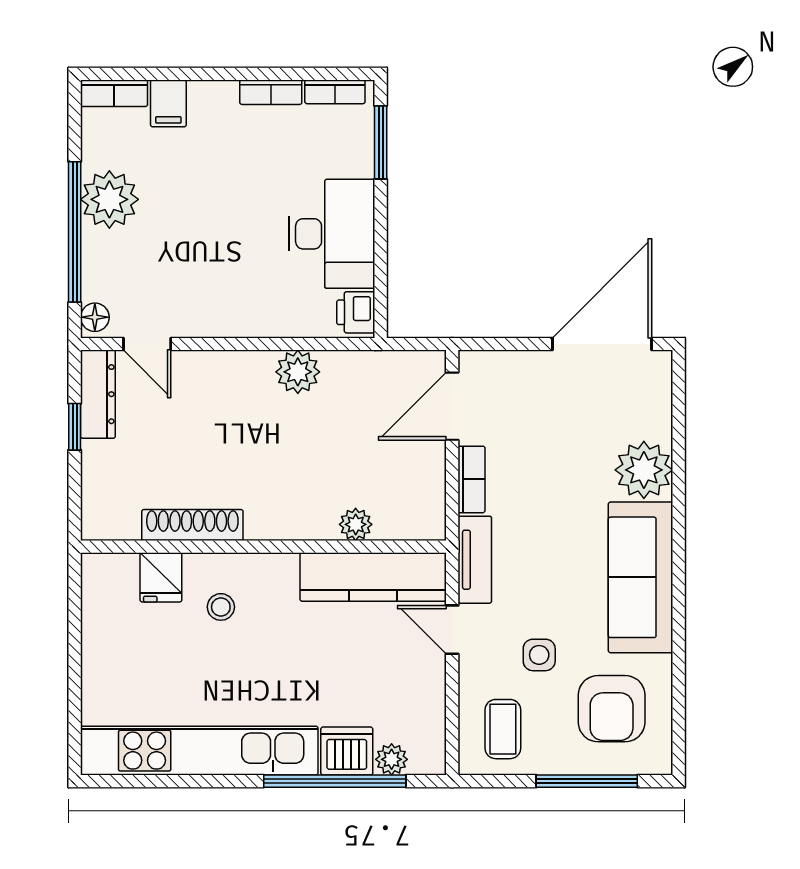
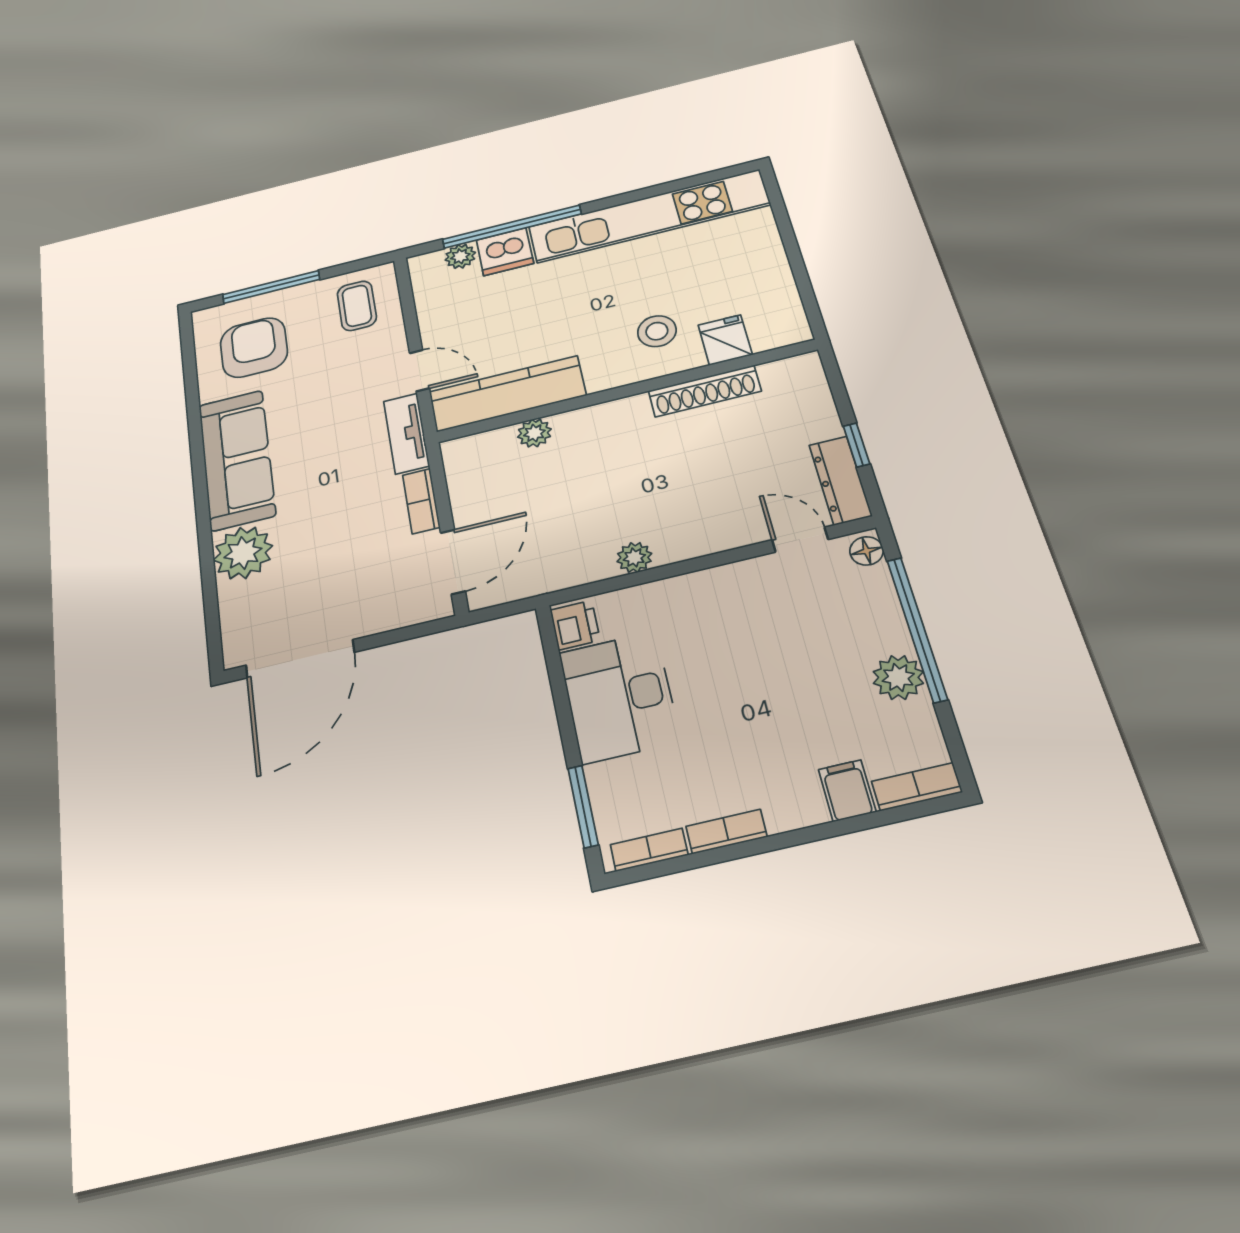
plant: (109, 199) -> (898, 677), width x0.73, depth x0.73
plant: (298, 372) -> (634, 557), width x0.73, depth x0.73
stool: (221, 607) -> (657, 331), width x1.37, depth x1.37
side table: (539, 655) -> (330, 372), removed

